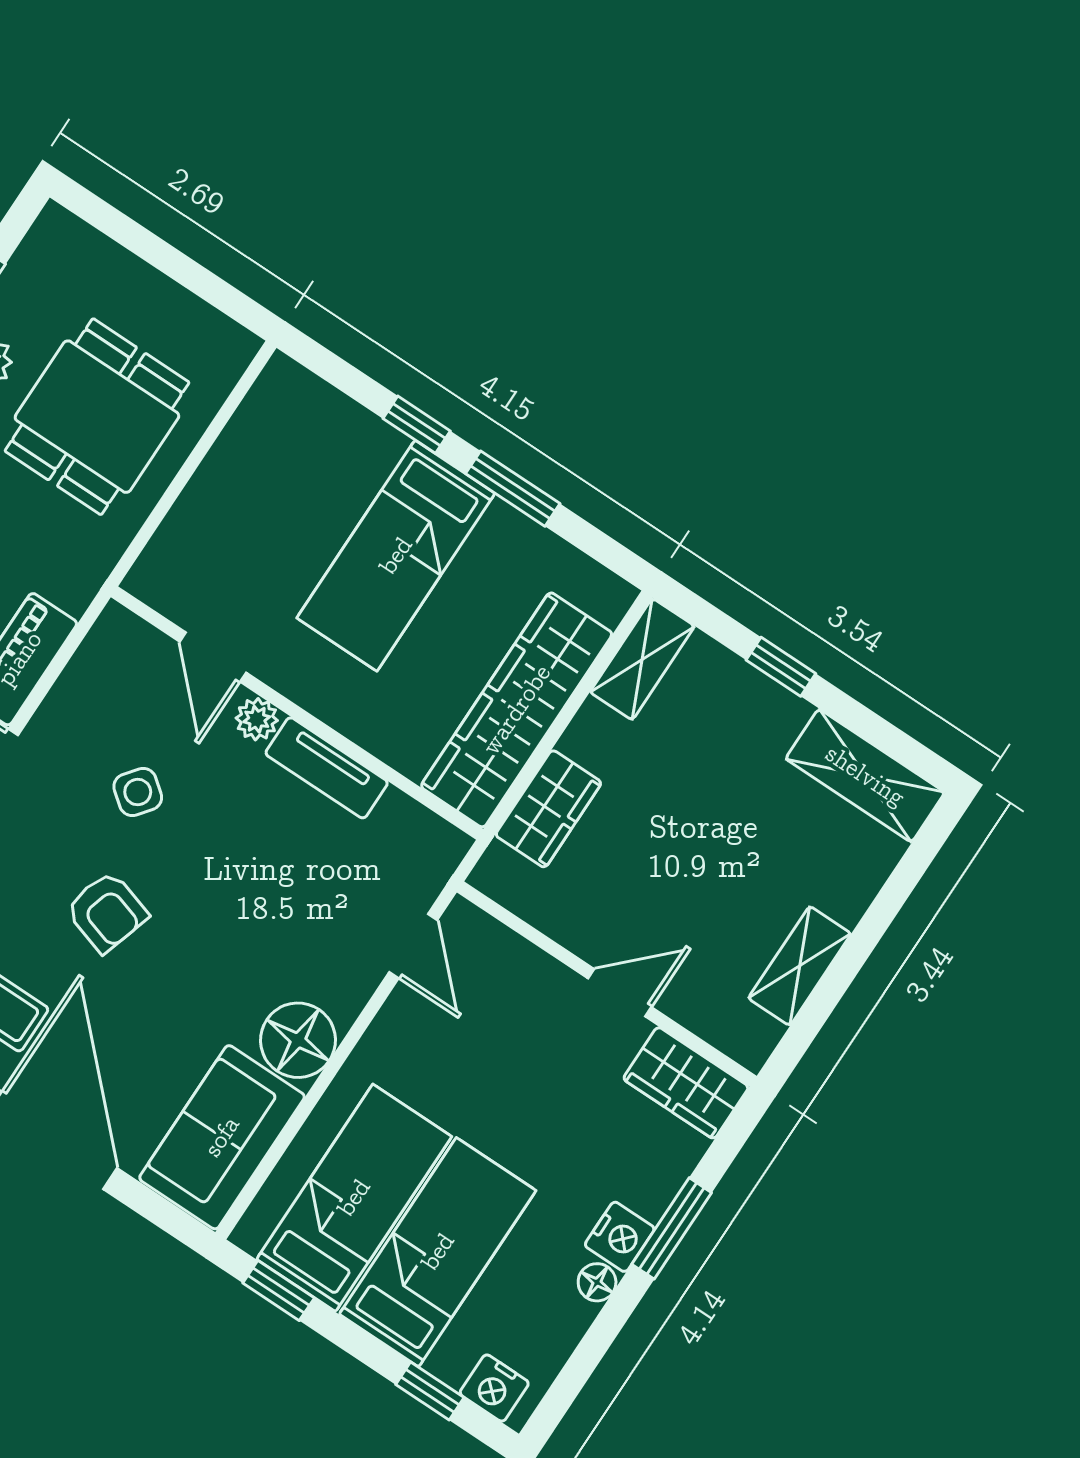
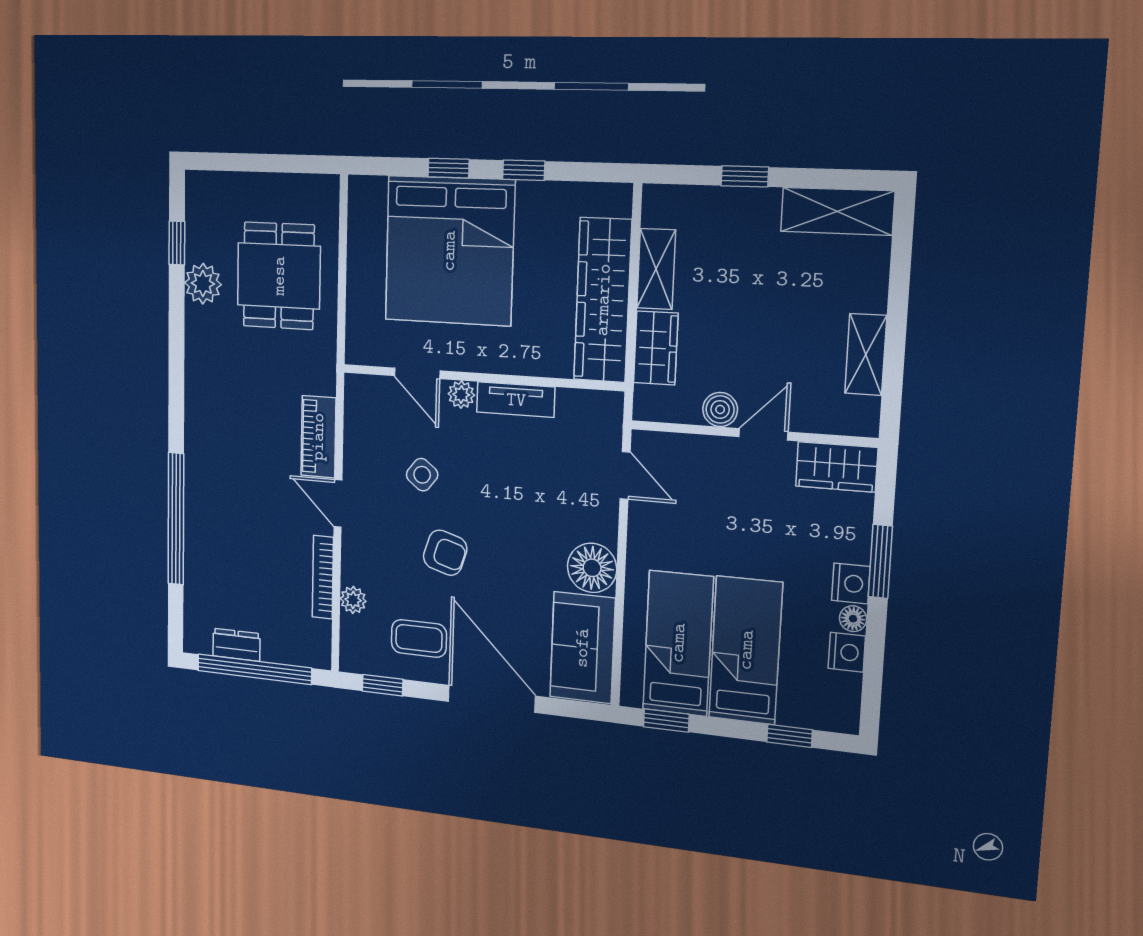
window: (513, 489) -> (524, 170), width x0.67
bed: (396, 556) -> (449, 251), width x2.04
shelving: (642, 659) -> (656, 269), moved
boiler: (584, 932) -> (720, 409), added
nightstand: (494, 1388) -> (847, 652), moved, turned -90

